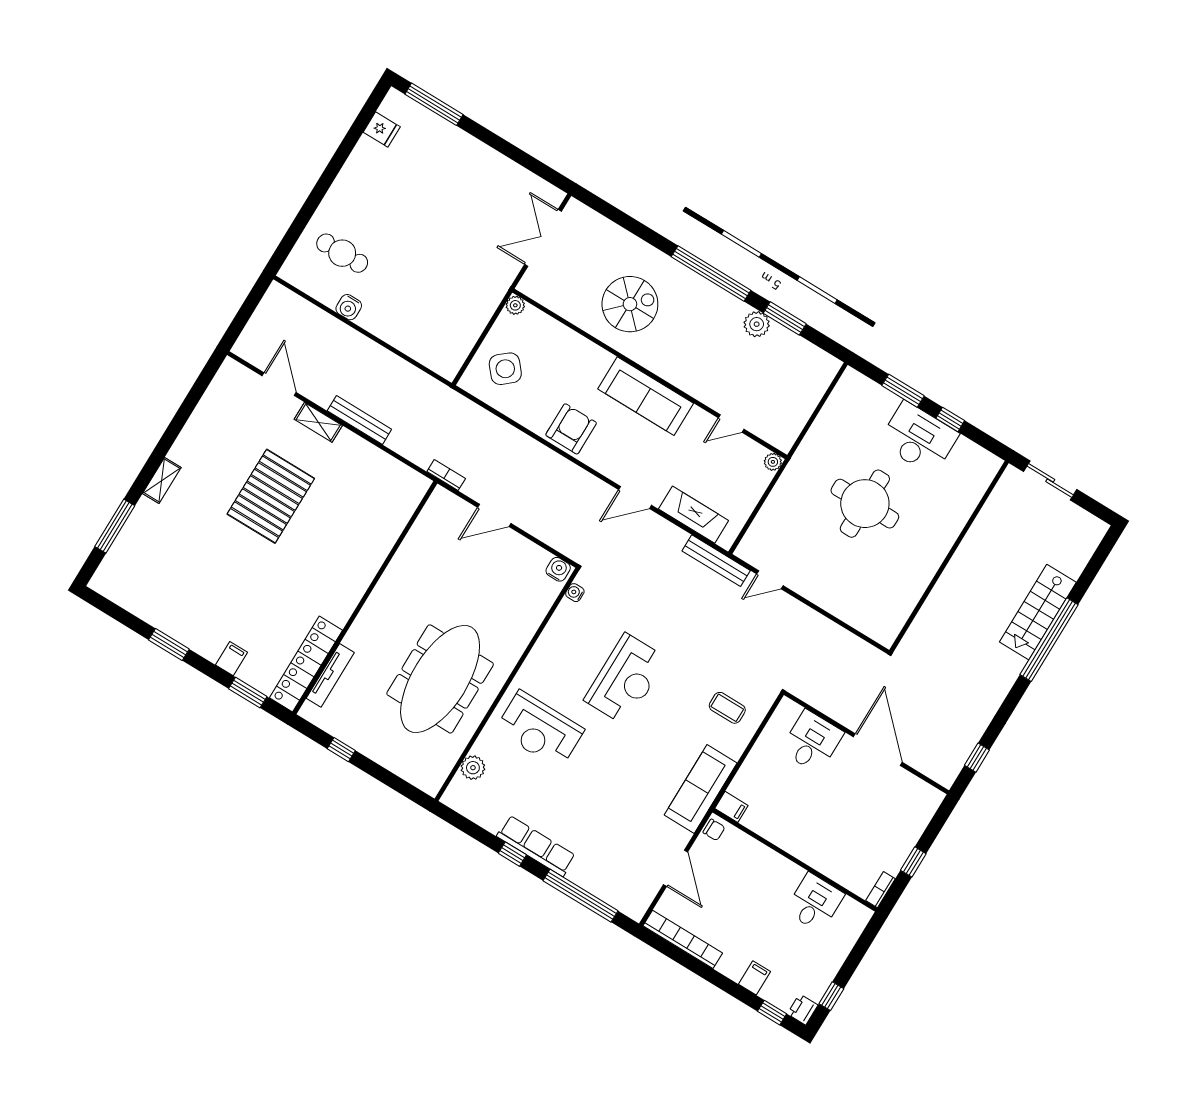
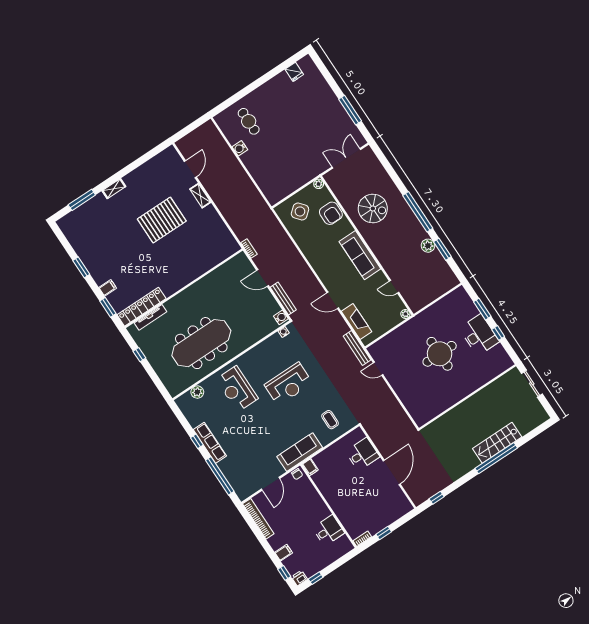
window: (434, 104) -> (350, 110), moved
bench: (359, 420) -> (283, 299), moved
armchair: (571, 429) -> (331, 213), moved, turned 90

